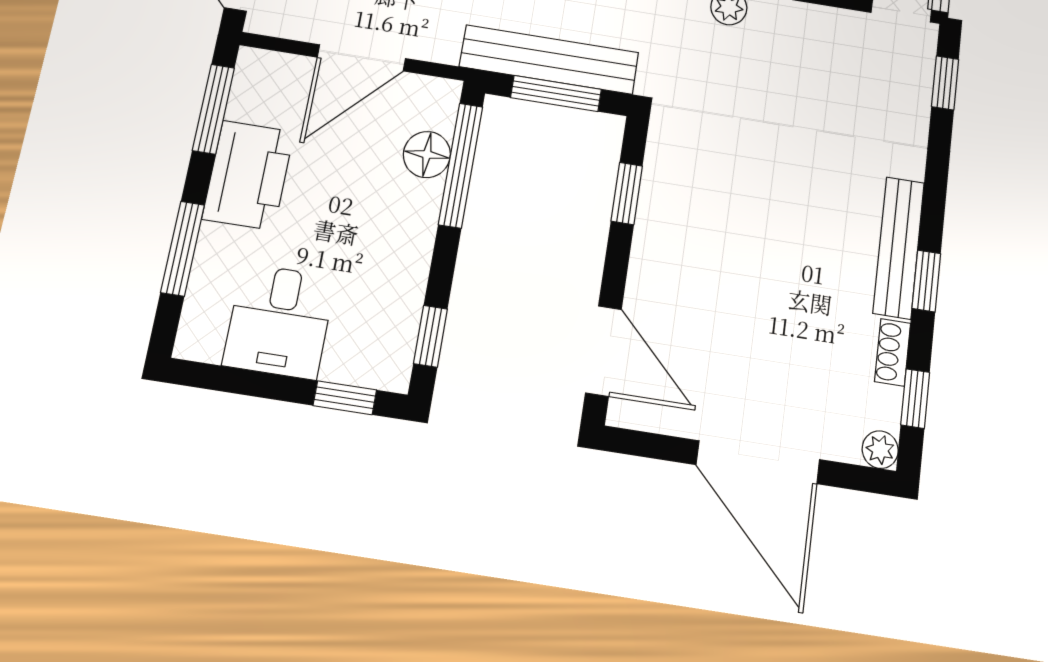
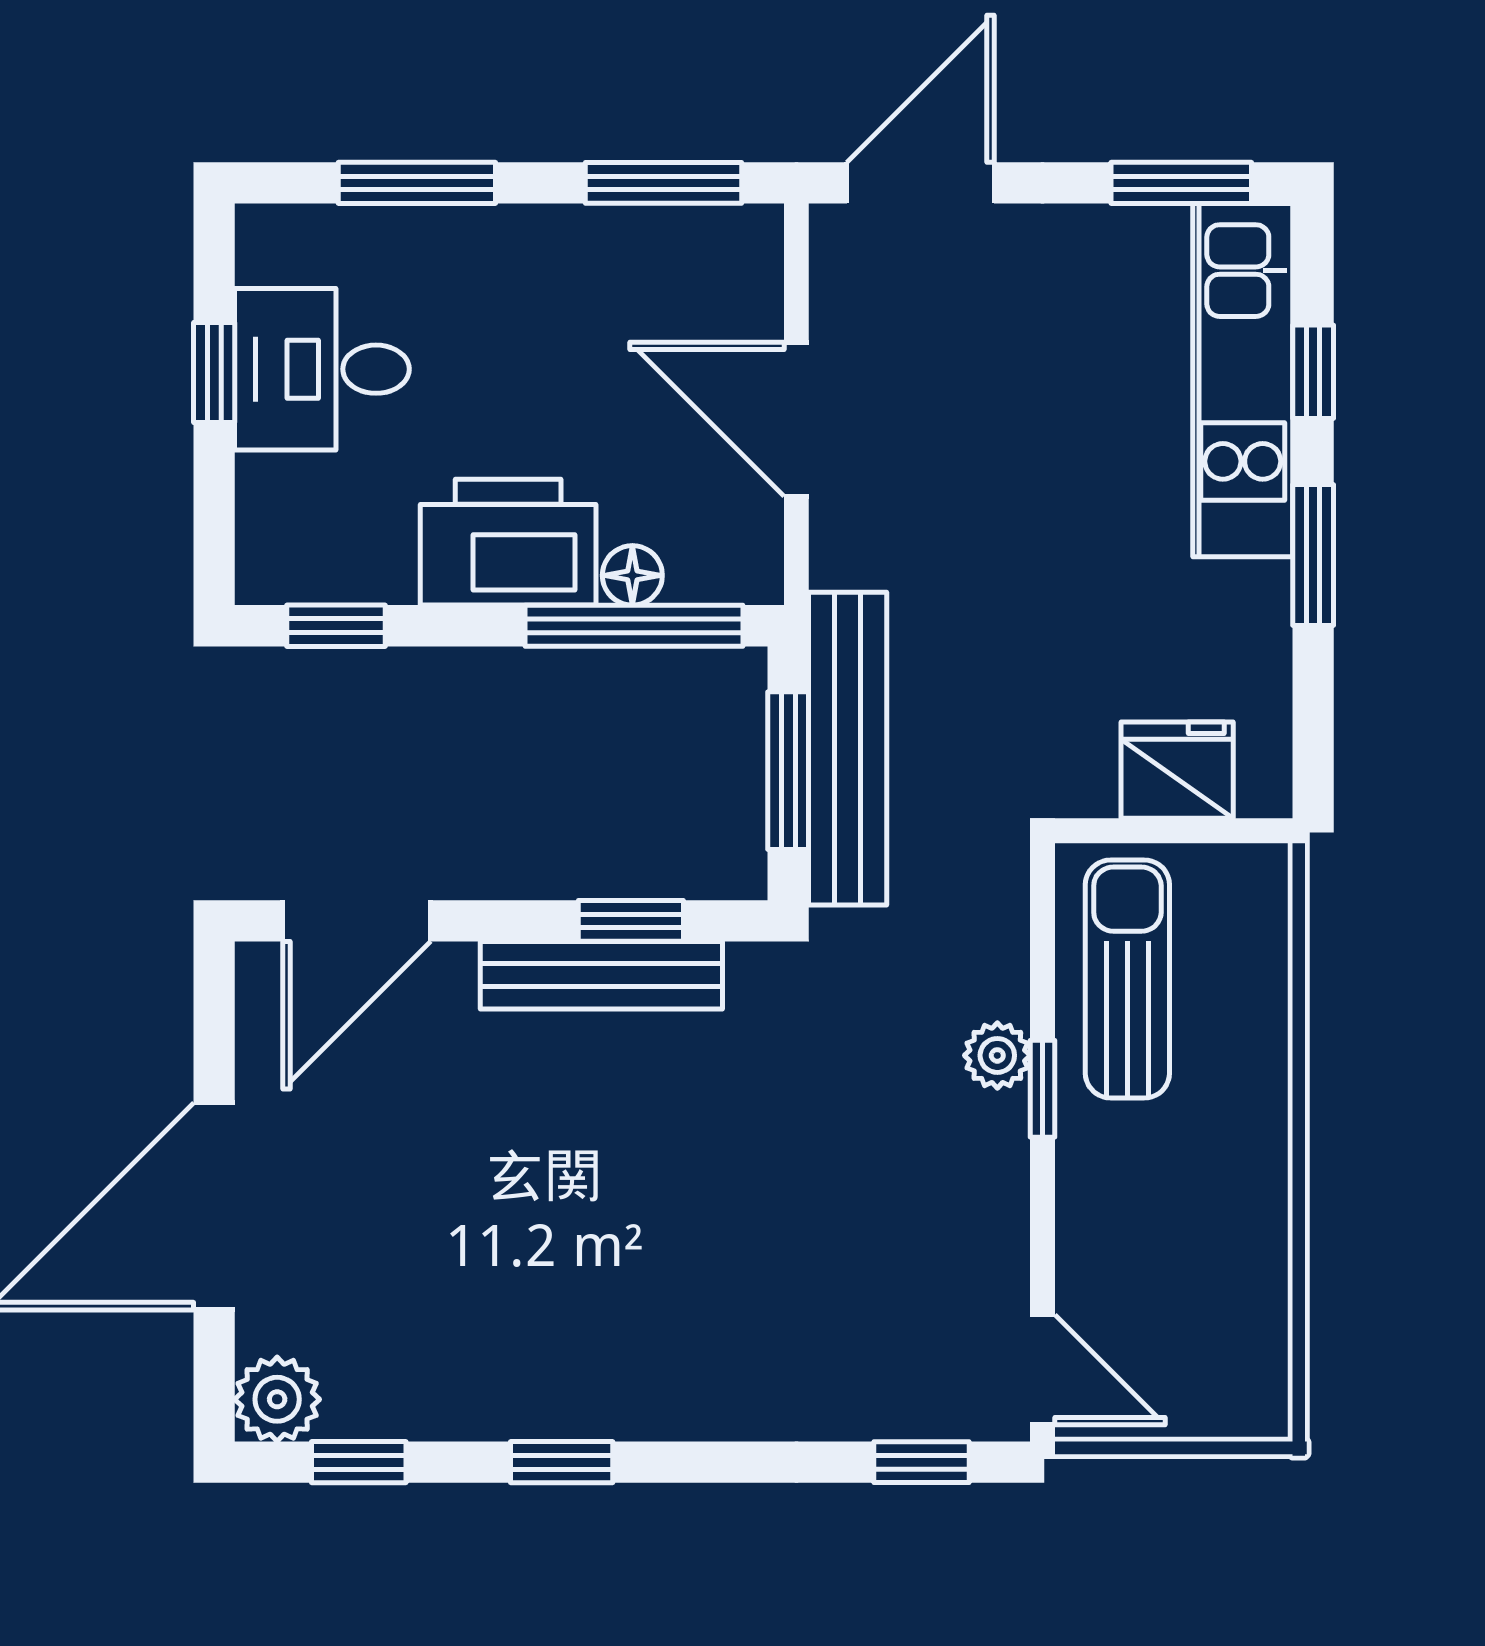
floor lamp: (427, 155) -> (632, 575), width x0.73, depth x0.73
printer: (248, 175) -> (508, 542), moved, turned 180
bench: (899, 248) -> (601, 975), moved
shoe rack: (893, 352) -> (430, 1415), removed
window: (345, 398) -> (214, 373), moved
plant: (880, 450) -> (277, 1399), width x1.38, depth x1.38

